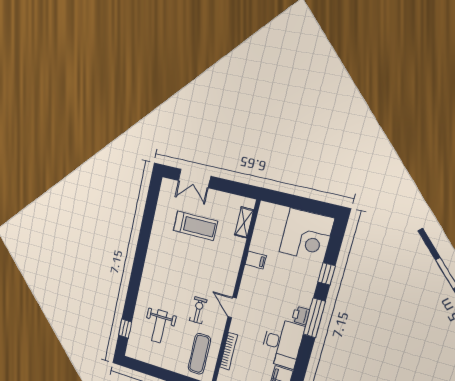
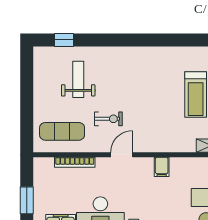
filing cabinet: (256, 260) -> (162, 167), moved
weight bench: (159, 326) -> (78, 79), turned 90

